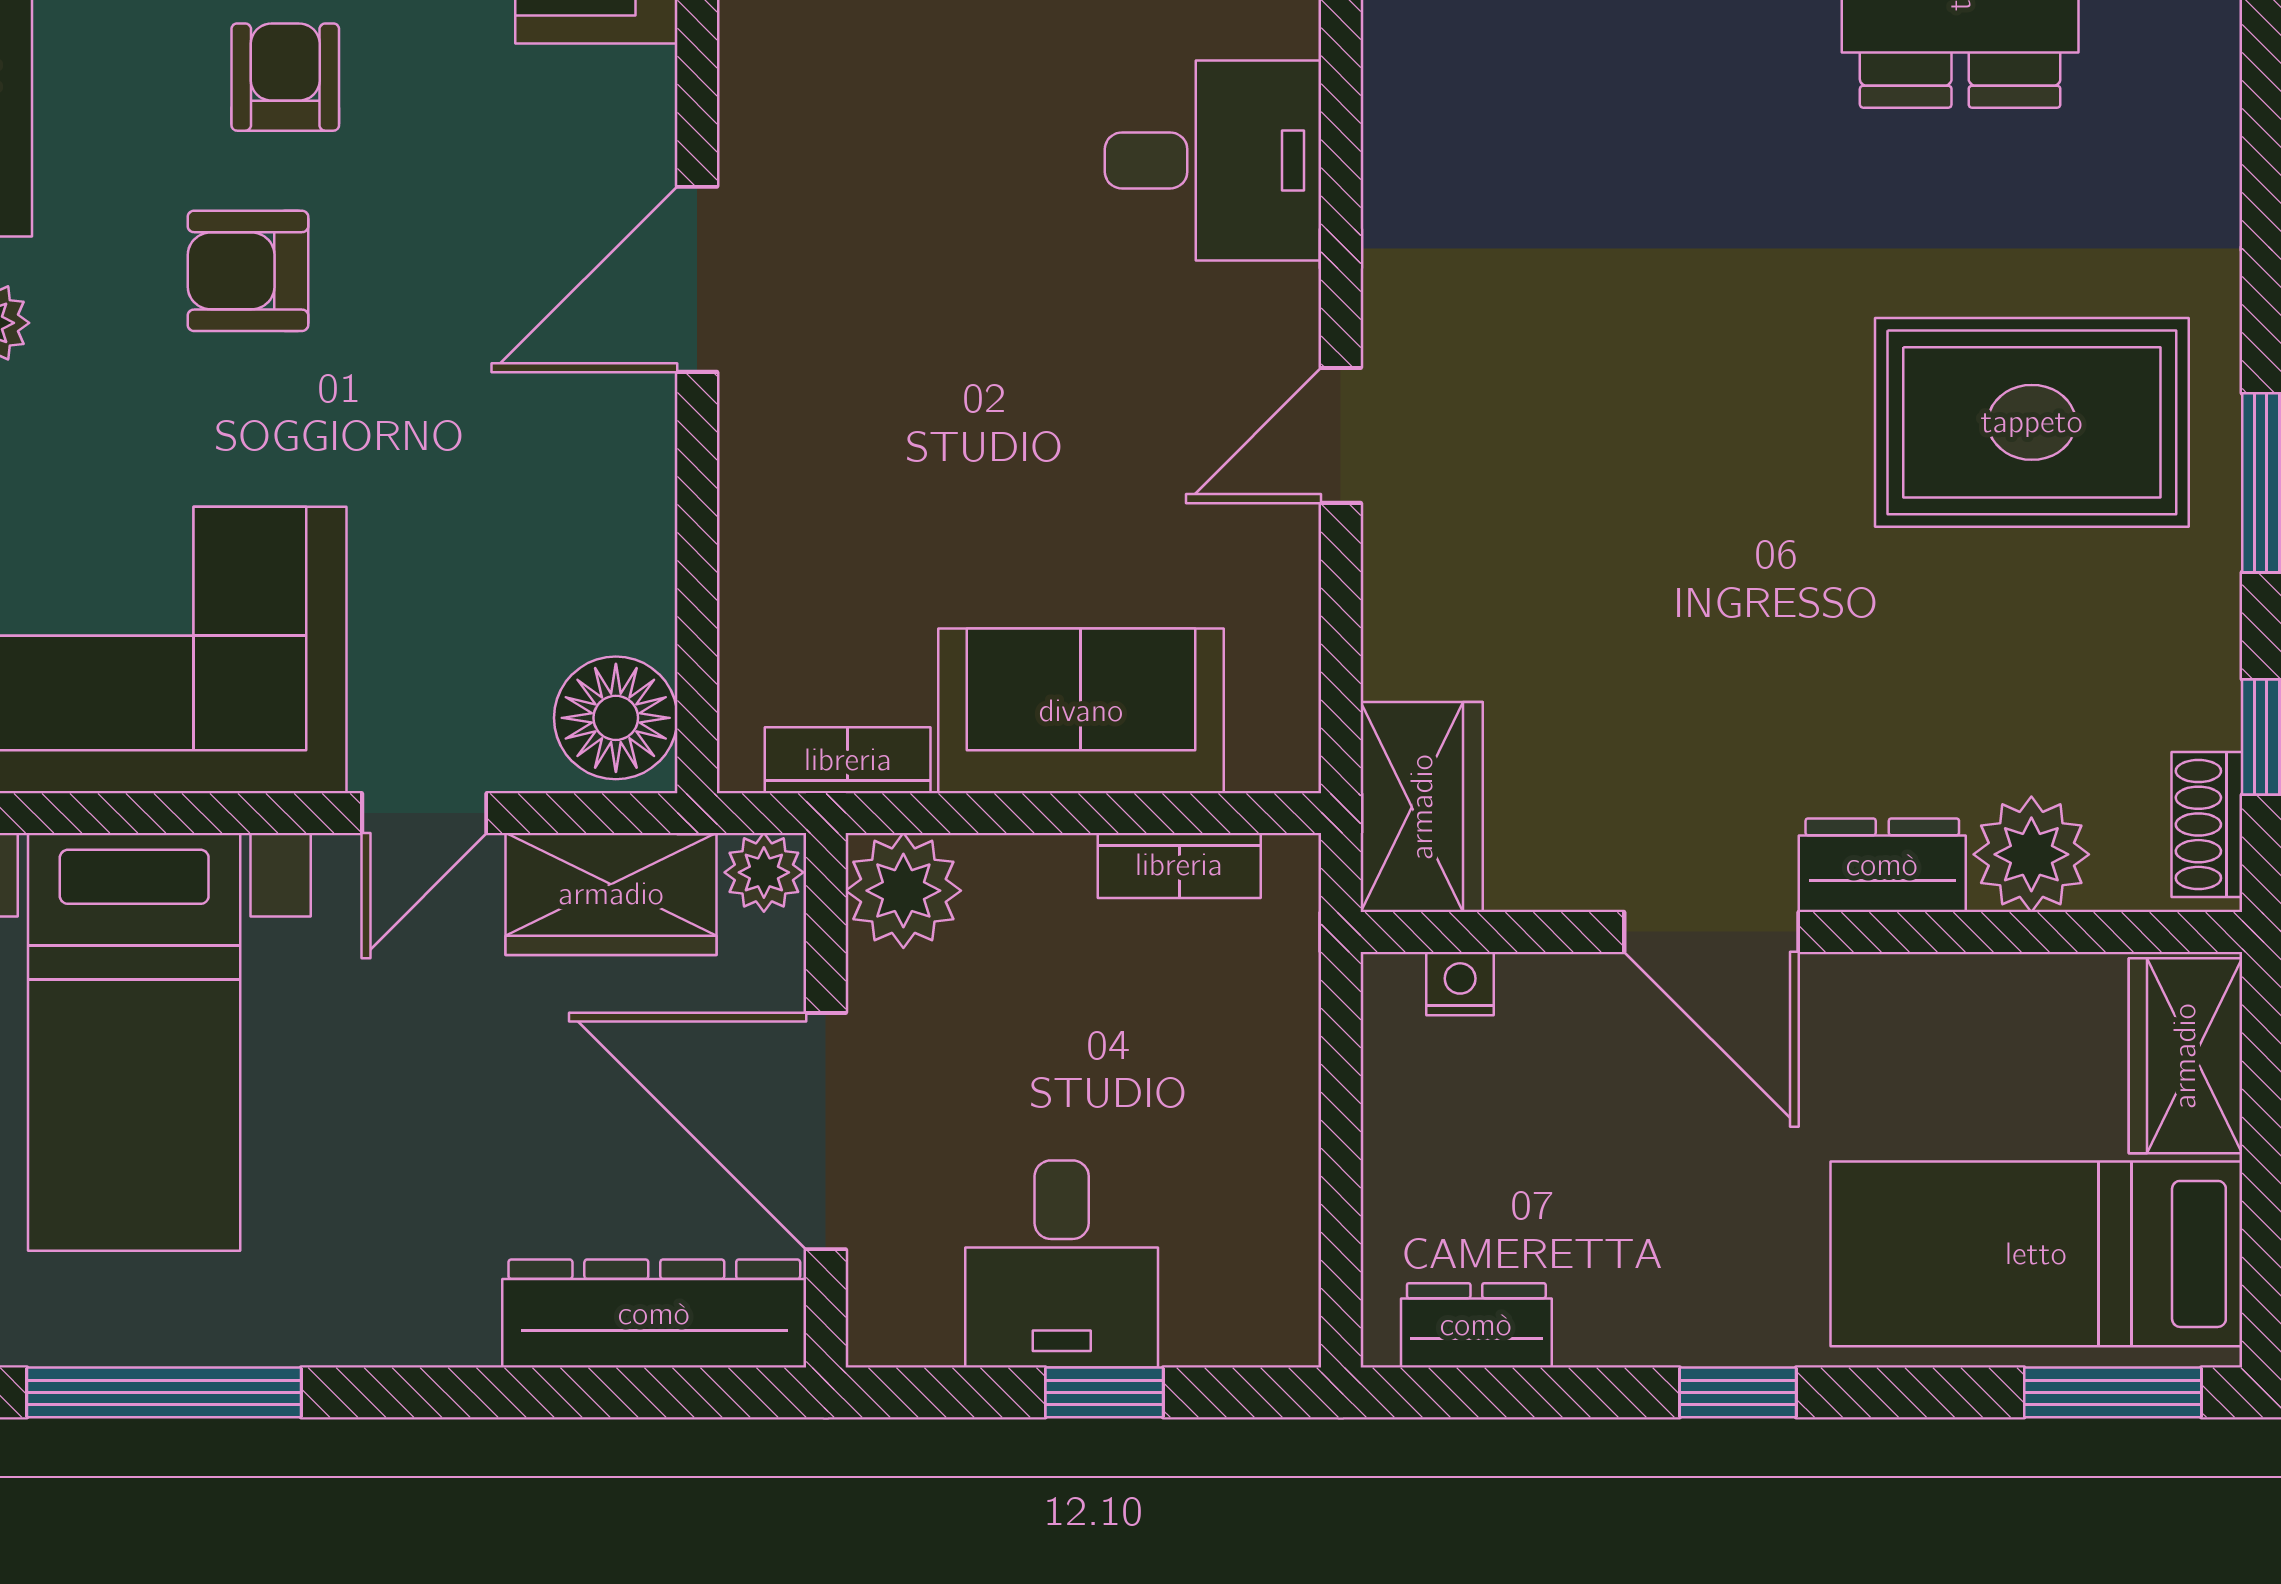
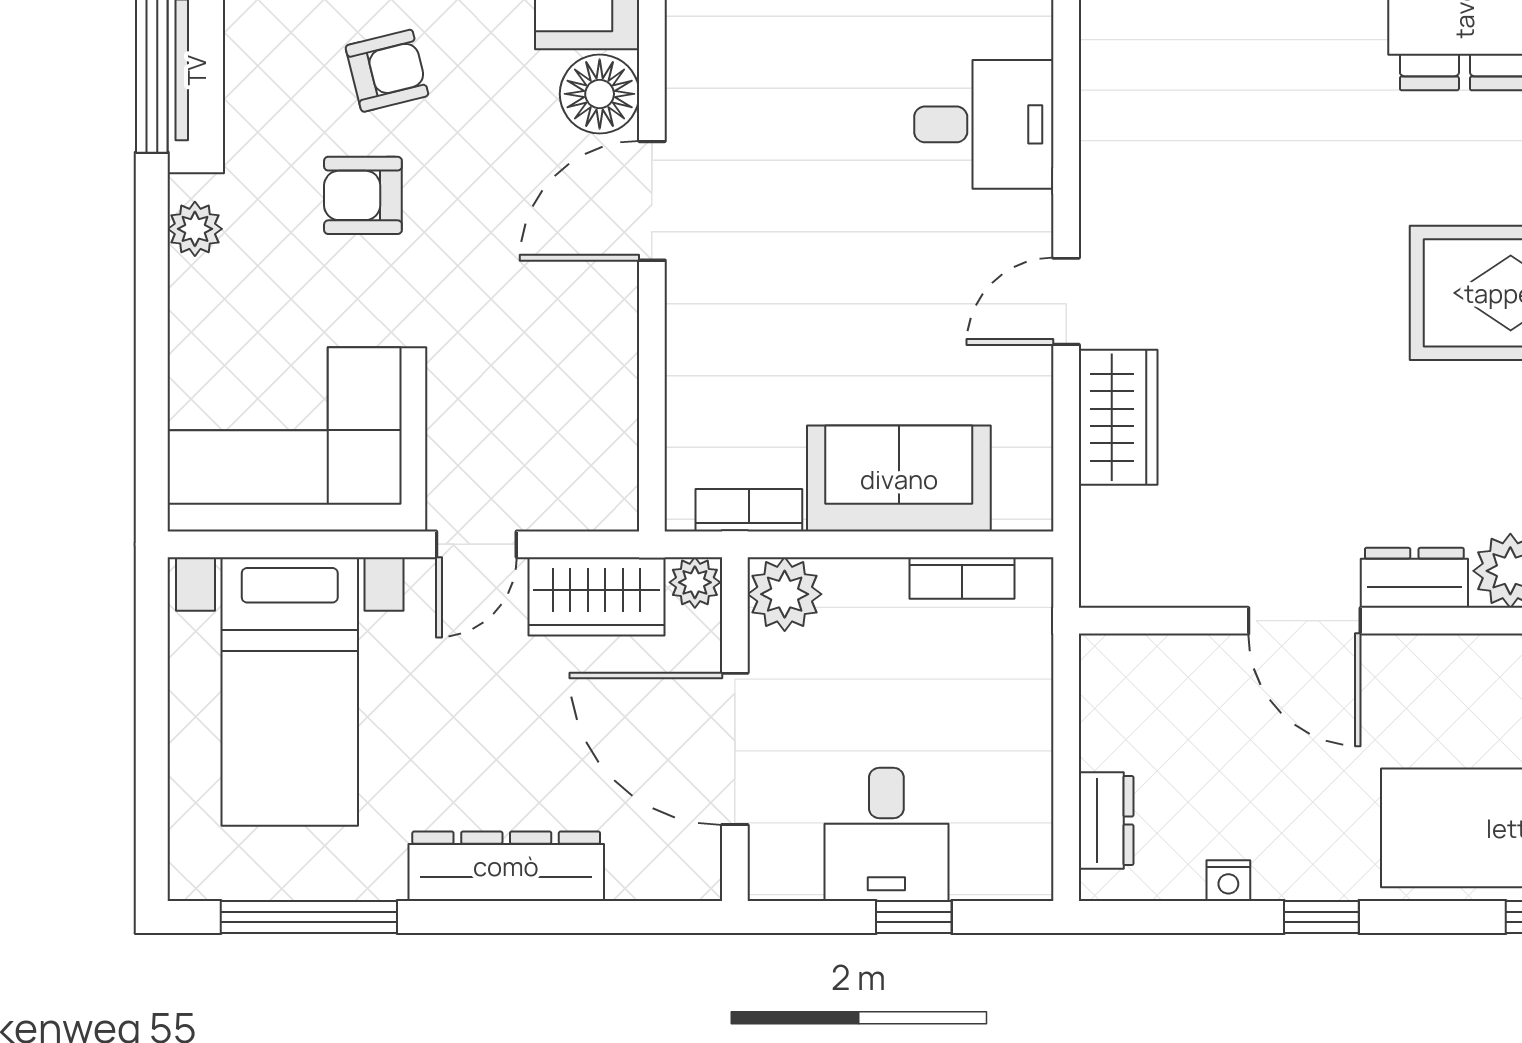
armchair: (285, 77) -> (387, 71), turned 76
floor lamp: (616, 718) -> (600, 94), moved
wardrobe: (1422, 807) -> (1118, 417), moved
nightstand: (1460, 984) -> (1228, 881), moved, turned 180
dresser: (654, 1314) -> (506, 866), moved
dresser: (1476, 1325) -> (1106, 821), moved, turned 90

